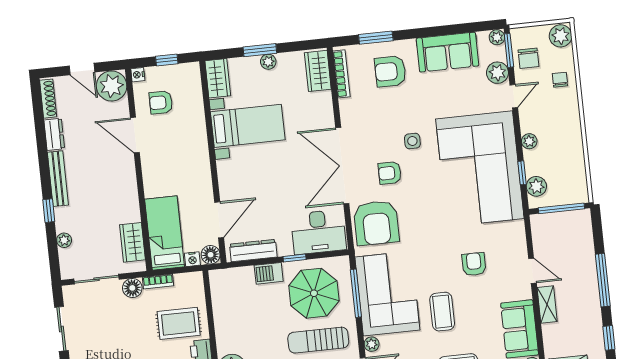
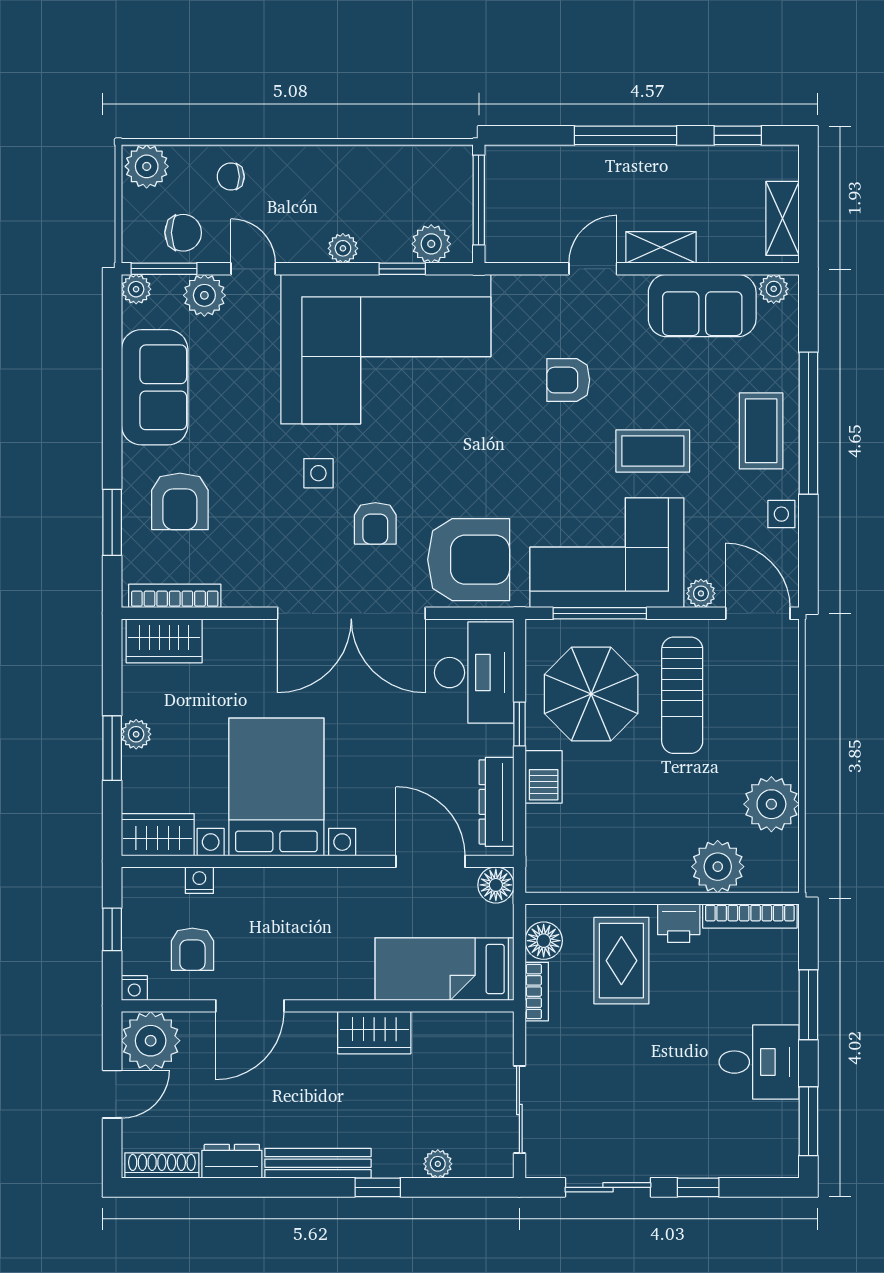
bed with nightstands: (248, 126) -> (276, 787), width x1.36
wardrobe: (133, 242) -> (374, 1033), moved
nightstand: (192, 259) -> (199, 880), moved, turned -90
floor lamp: (132, 288) -> (544, 941), moved

